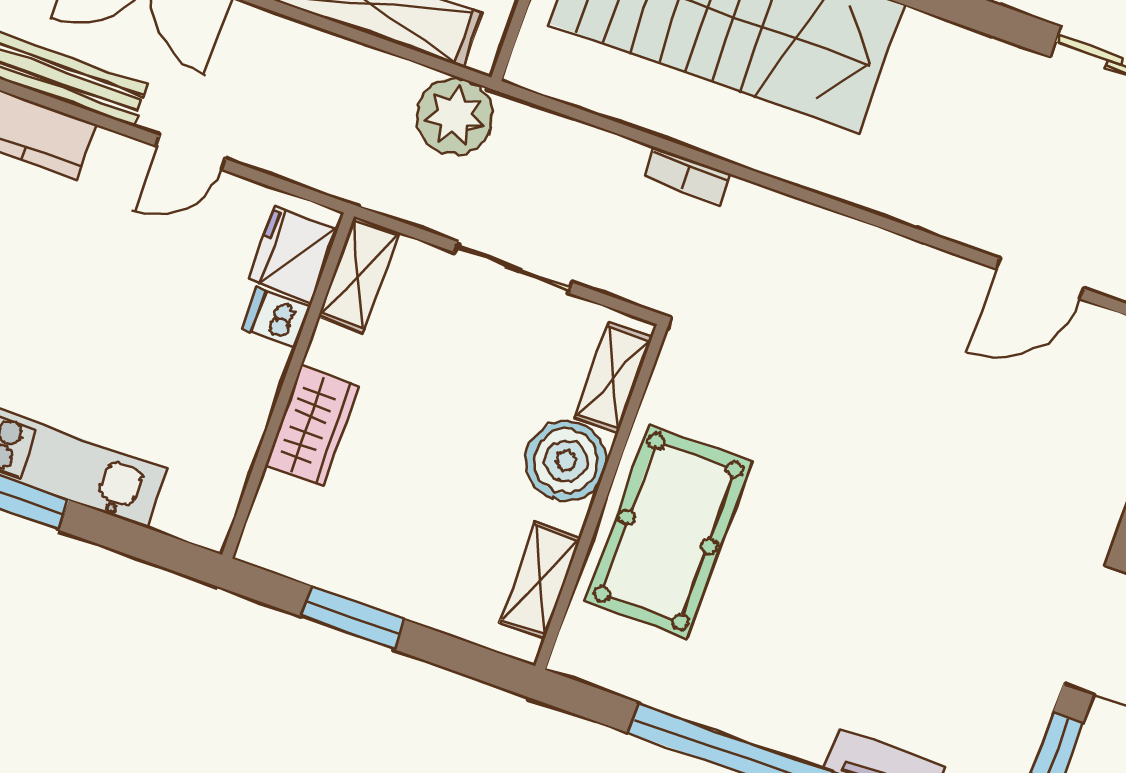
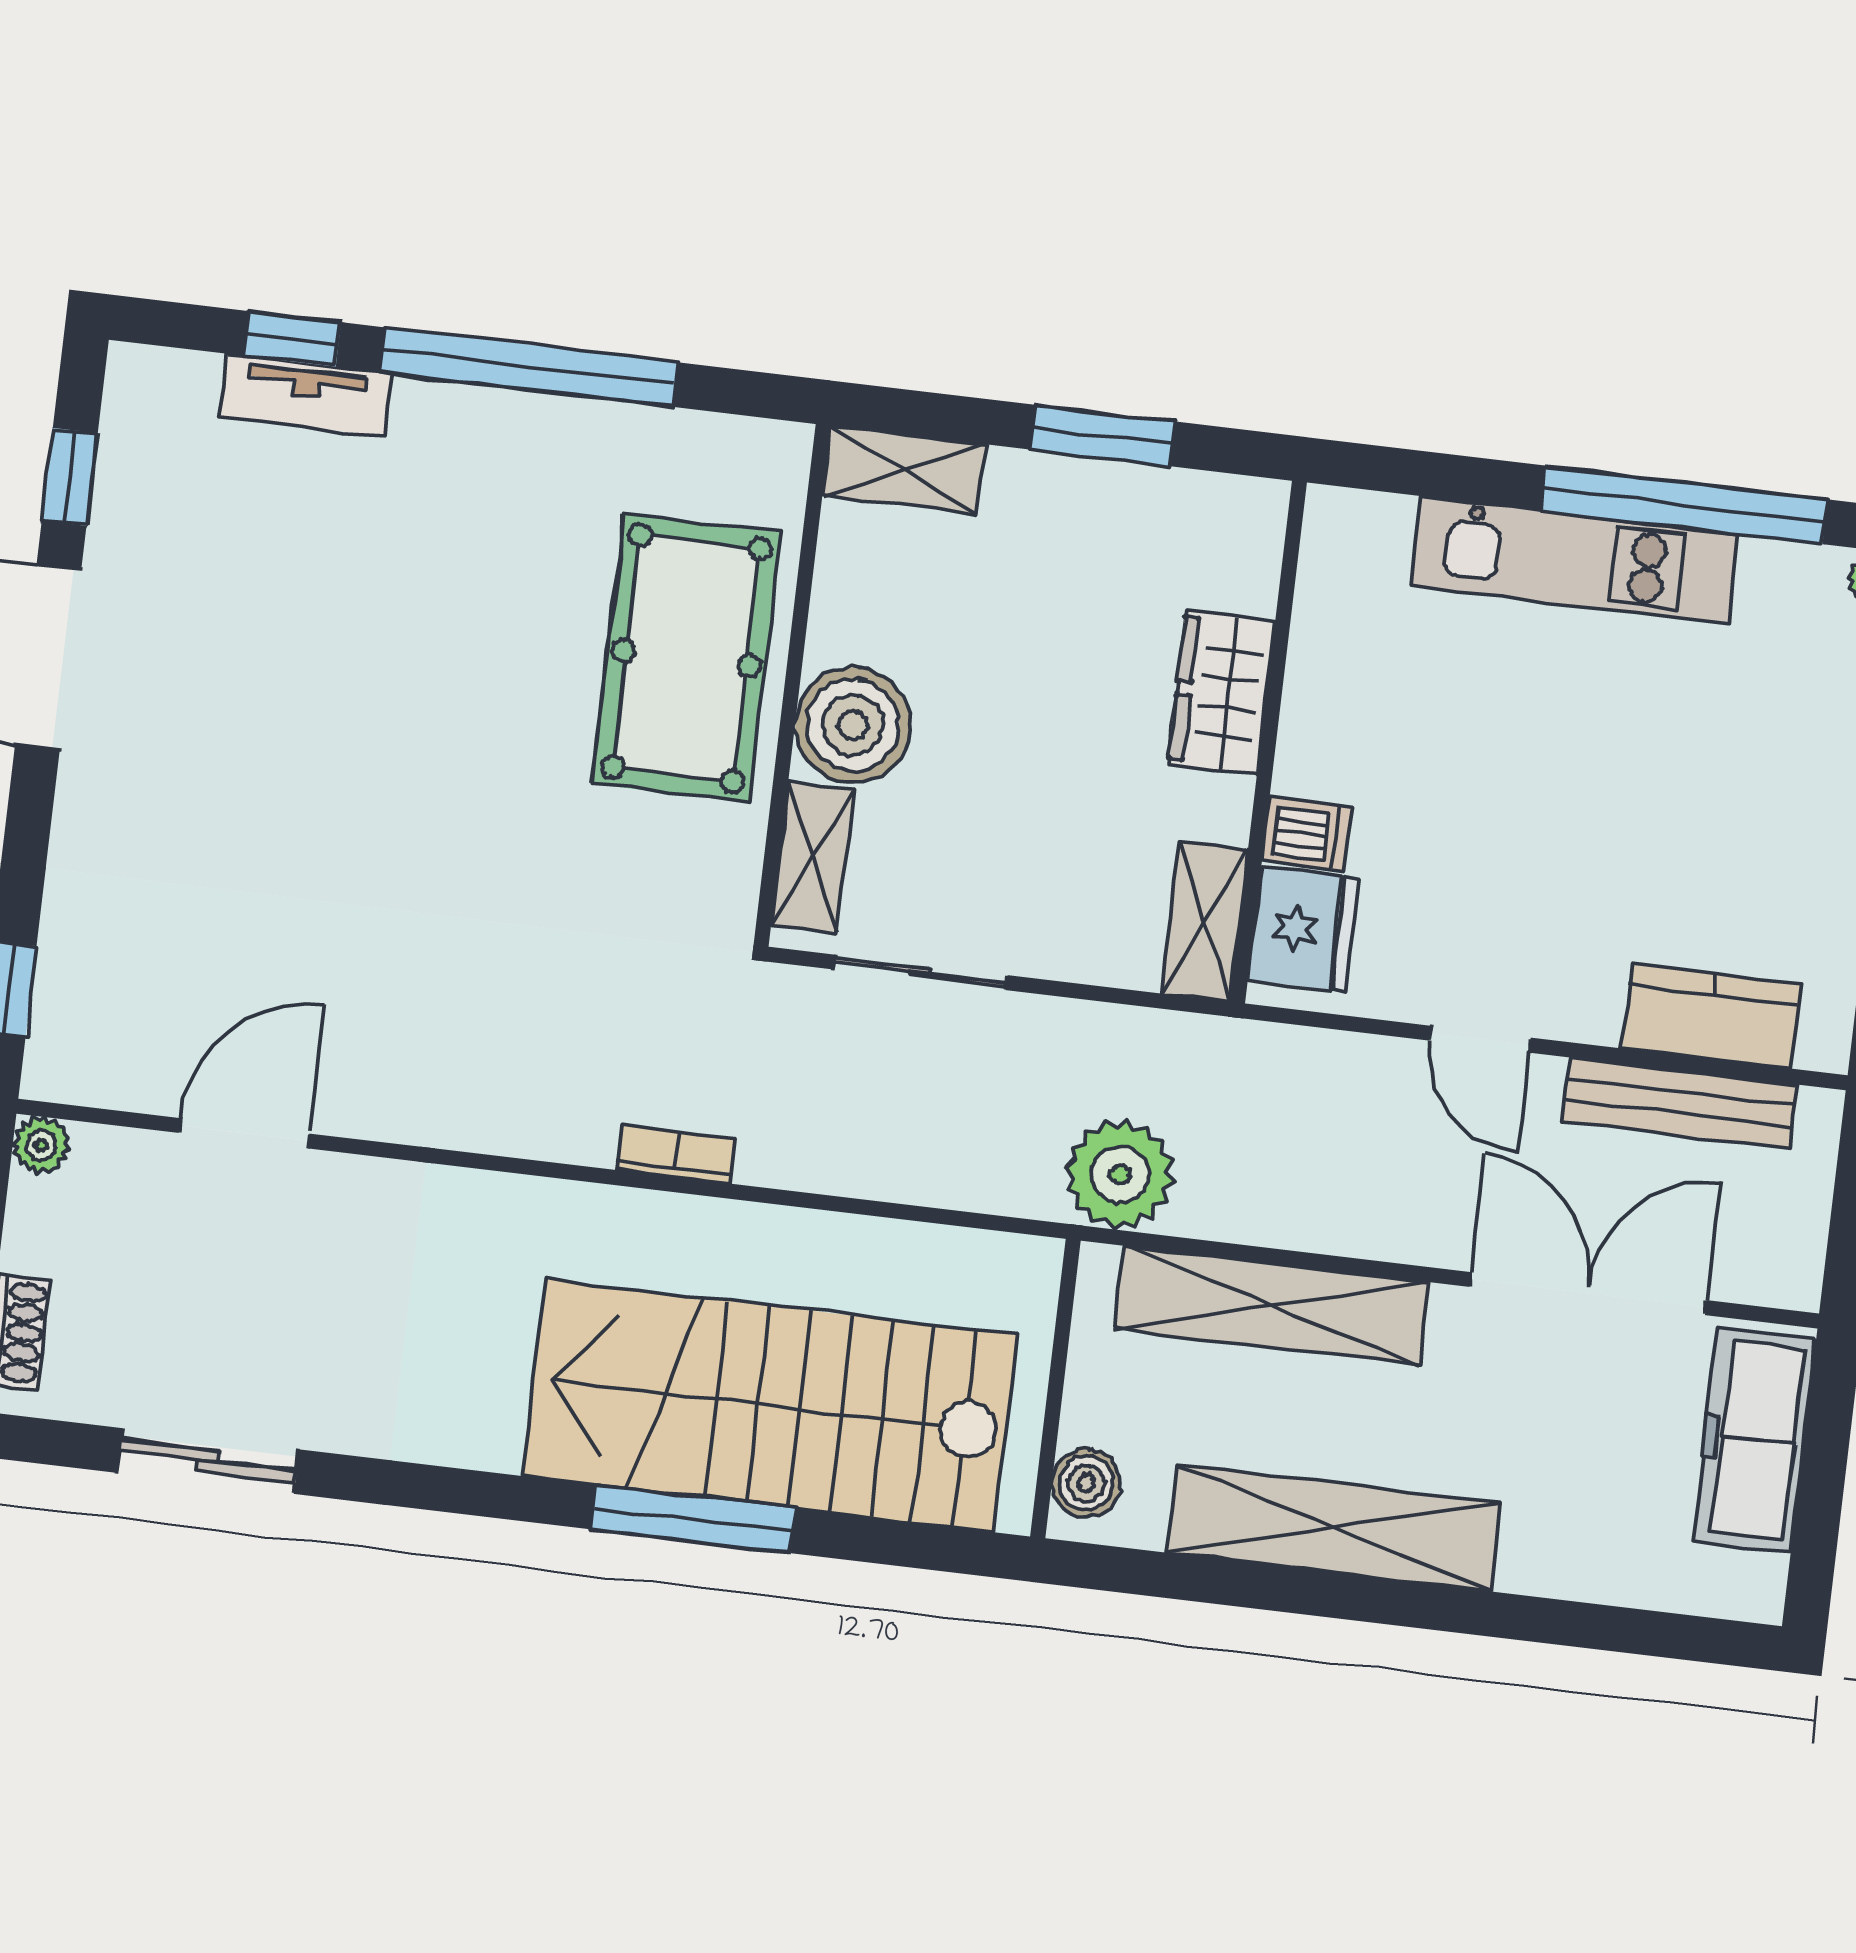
door: (191, 152) -> (1480, 1039), swing flipped
bookcase: (687, 175) -> (675, 1154), moved
sliding door: (513, 267) -> (920, 972), moved
shelving: (540, 580) -> (904, 470), moved, turned 90

